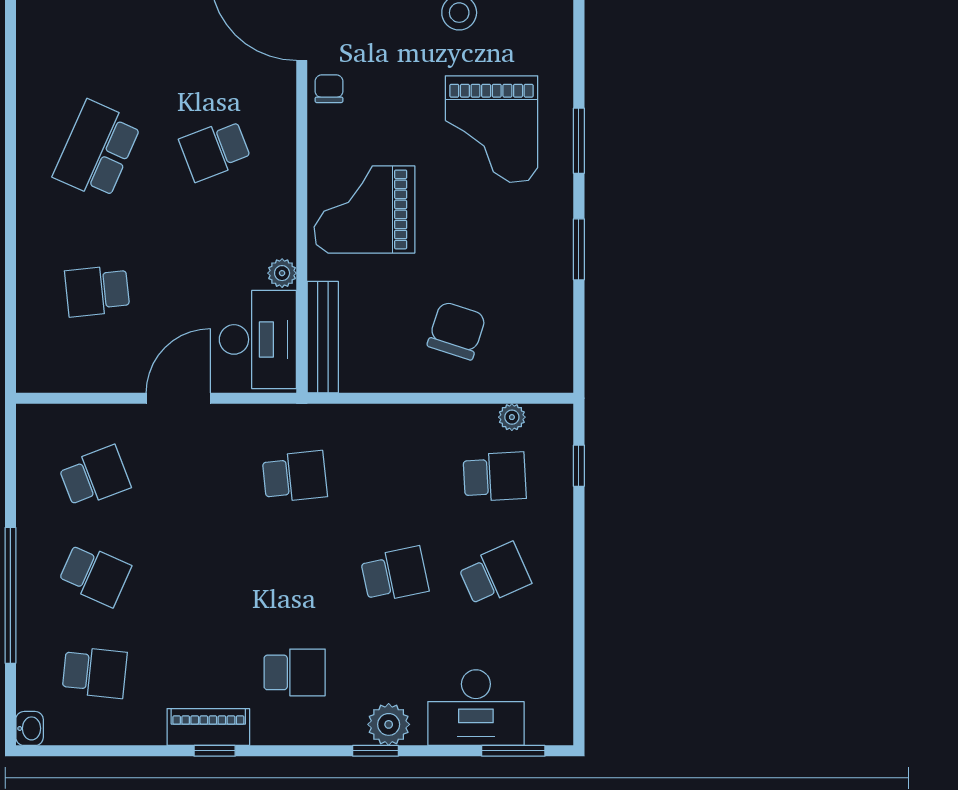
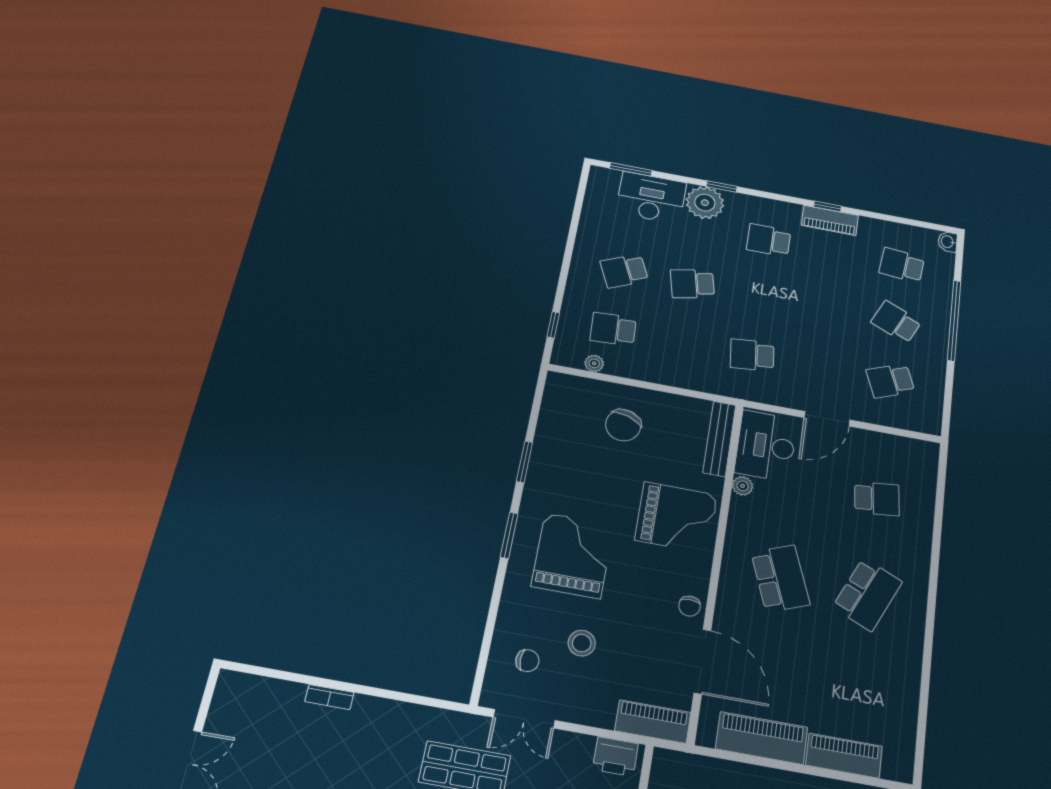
school desk: (215, 150) -> (780, 578), width x1.85
plant: (389, 724) -> (705, 203), width x1.36, depth x1.36

